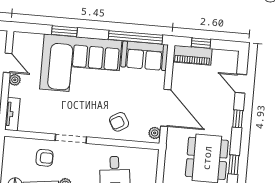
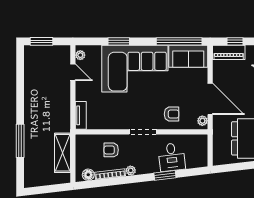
plant: (15, 80) -> (80, 55), moved
armchair: (119, 122) -> (172, 114), turned -150
doorway: (71, 139) -> (143, 132), moved
armchair: (45, 158) -> (111, 150), turned 180

